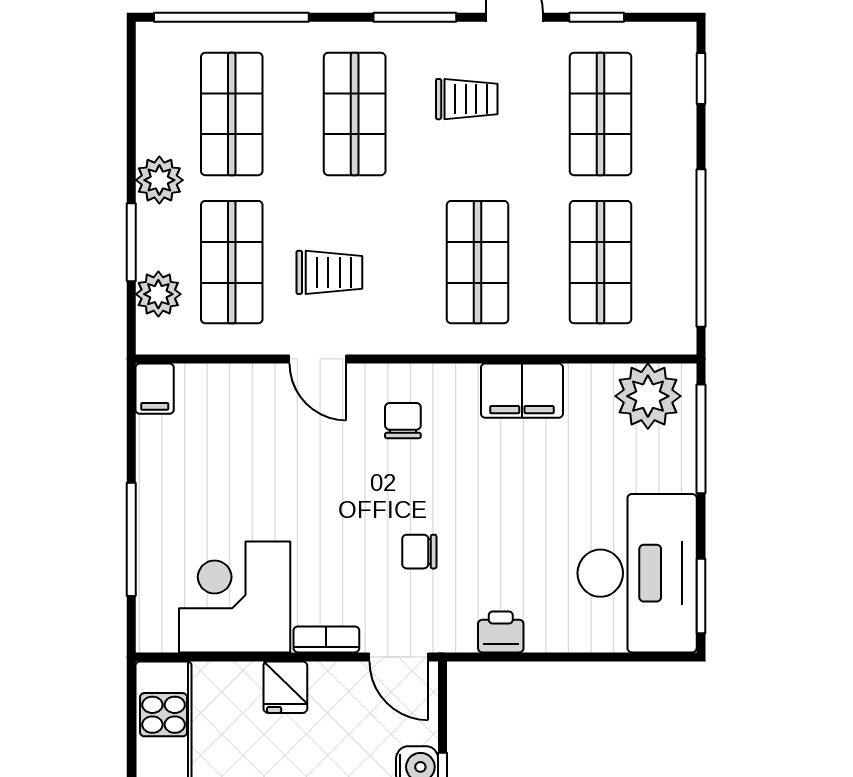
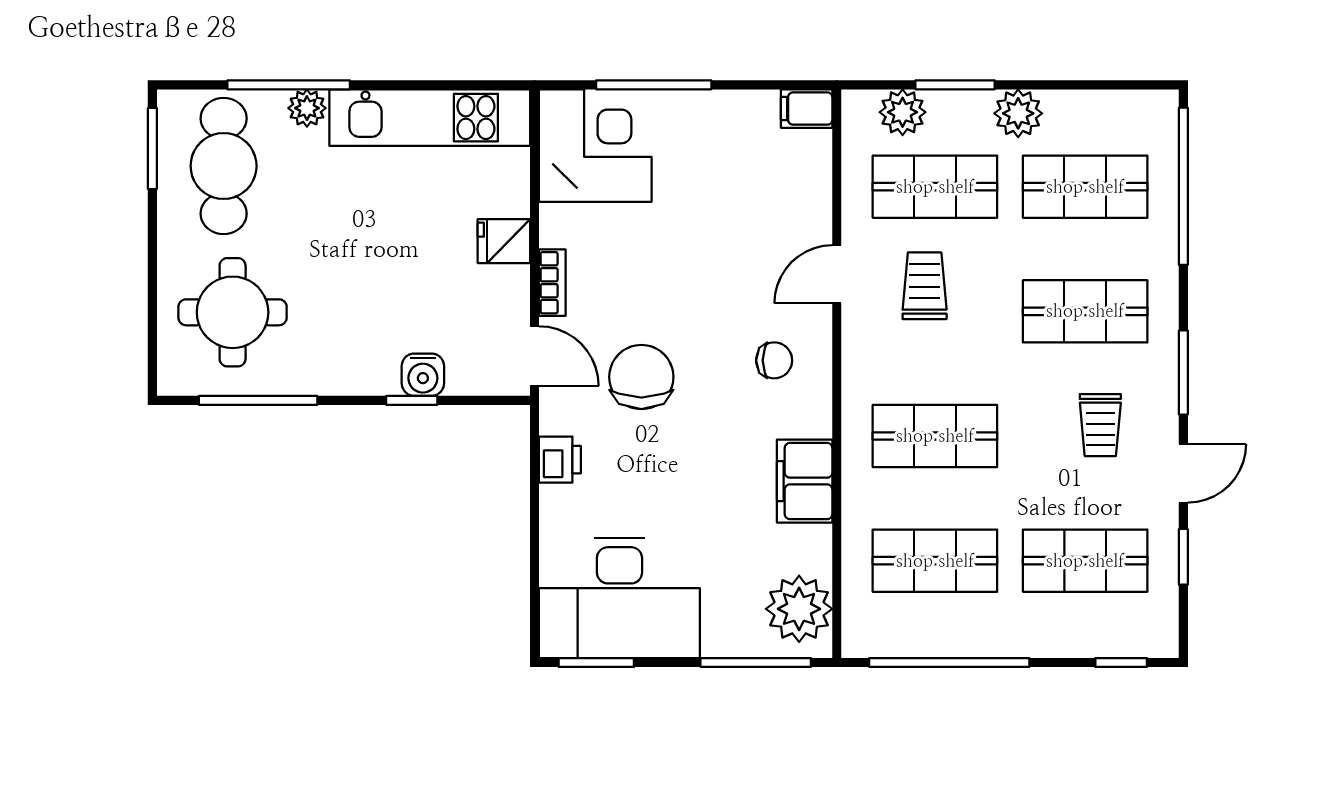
trolley: (329, 272) -> (925, 286), turned 180
chair: (419, 552) -> (641, 377), width x1.87, depth x1.87
corner desk: (235, 597) -> (595, 146), moved
door: (399, 657) -> (535, 356), swing flipped

